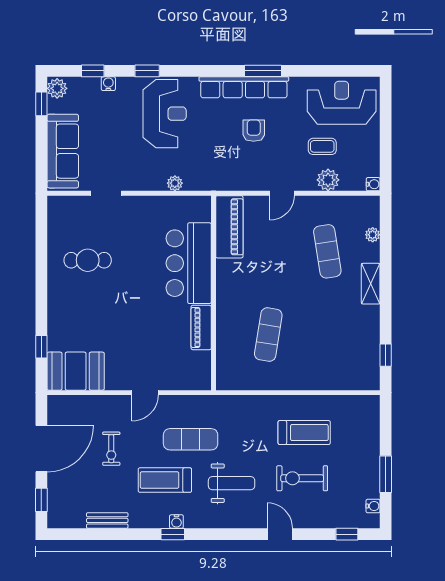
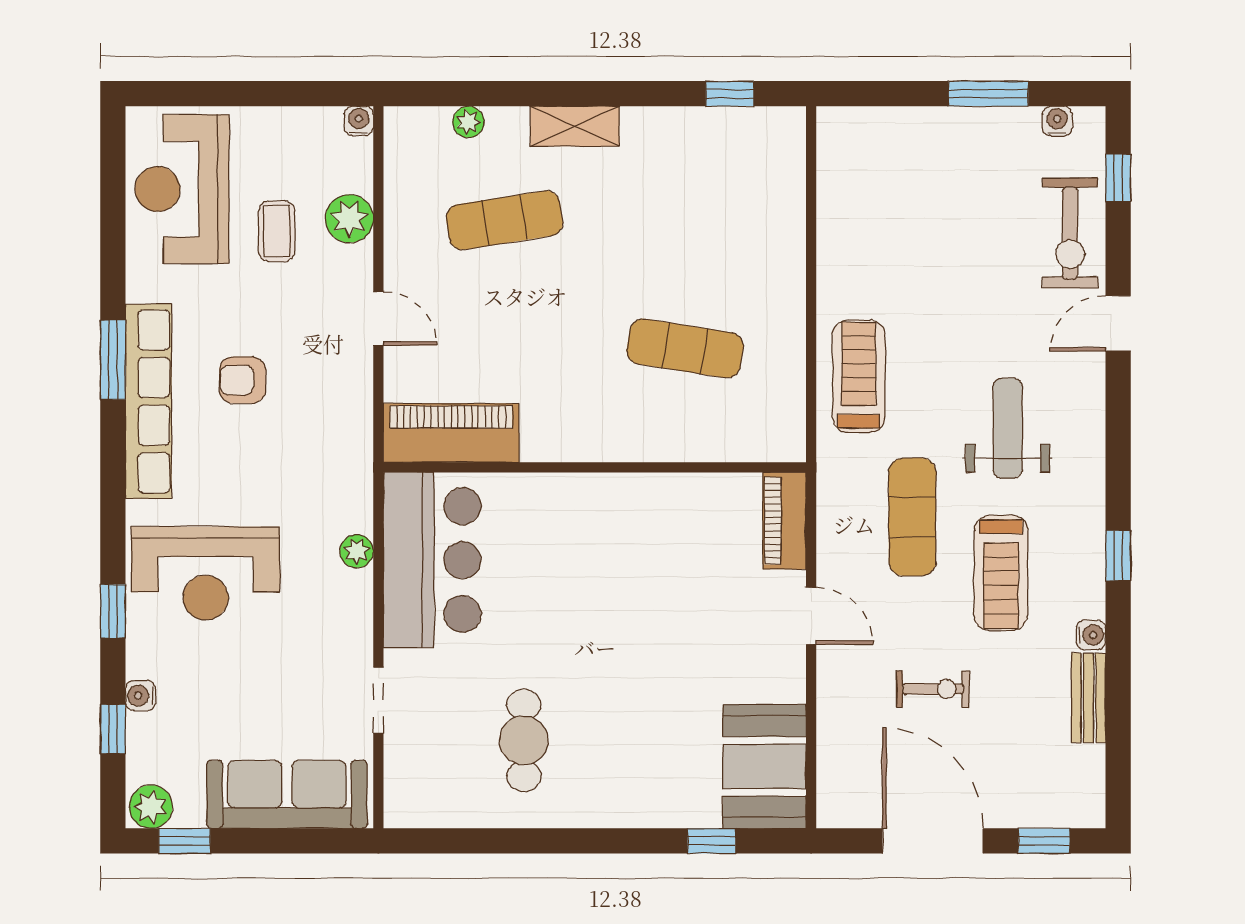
reception desk: (165, 114) -> (206, 573), turned 180
bar counter: (189, 263) -> (432, 560), moved, turned -90
piano: (201, 327) -> (784, 521), moved, turned 90
treadmill: (304, 433) -> (859, 376), moved
exercise bike: (302, 478) -> (1070, 233), moved
water cooler: (176, 522) -> (1091, 635), moved

